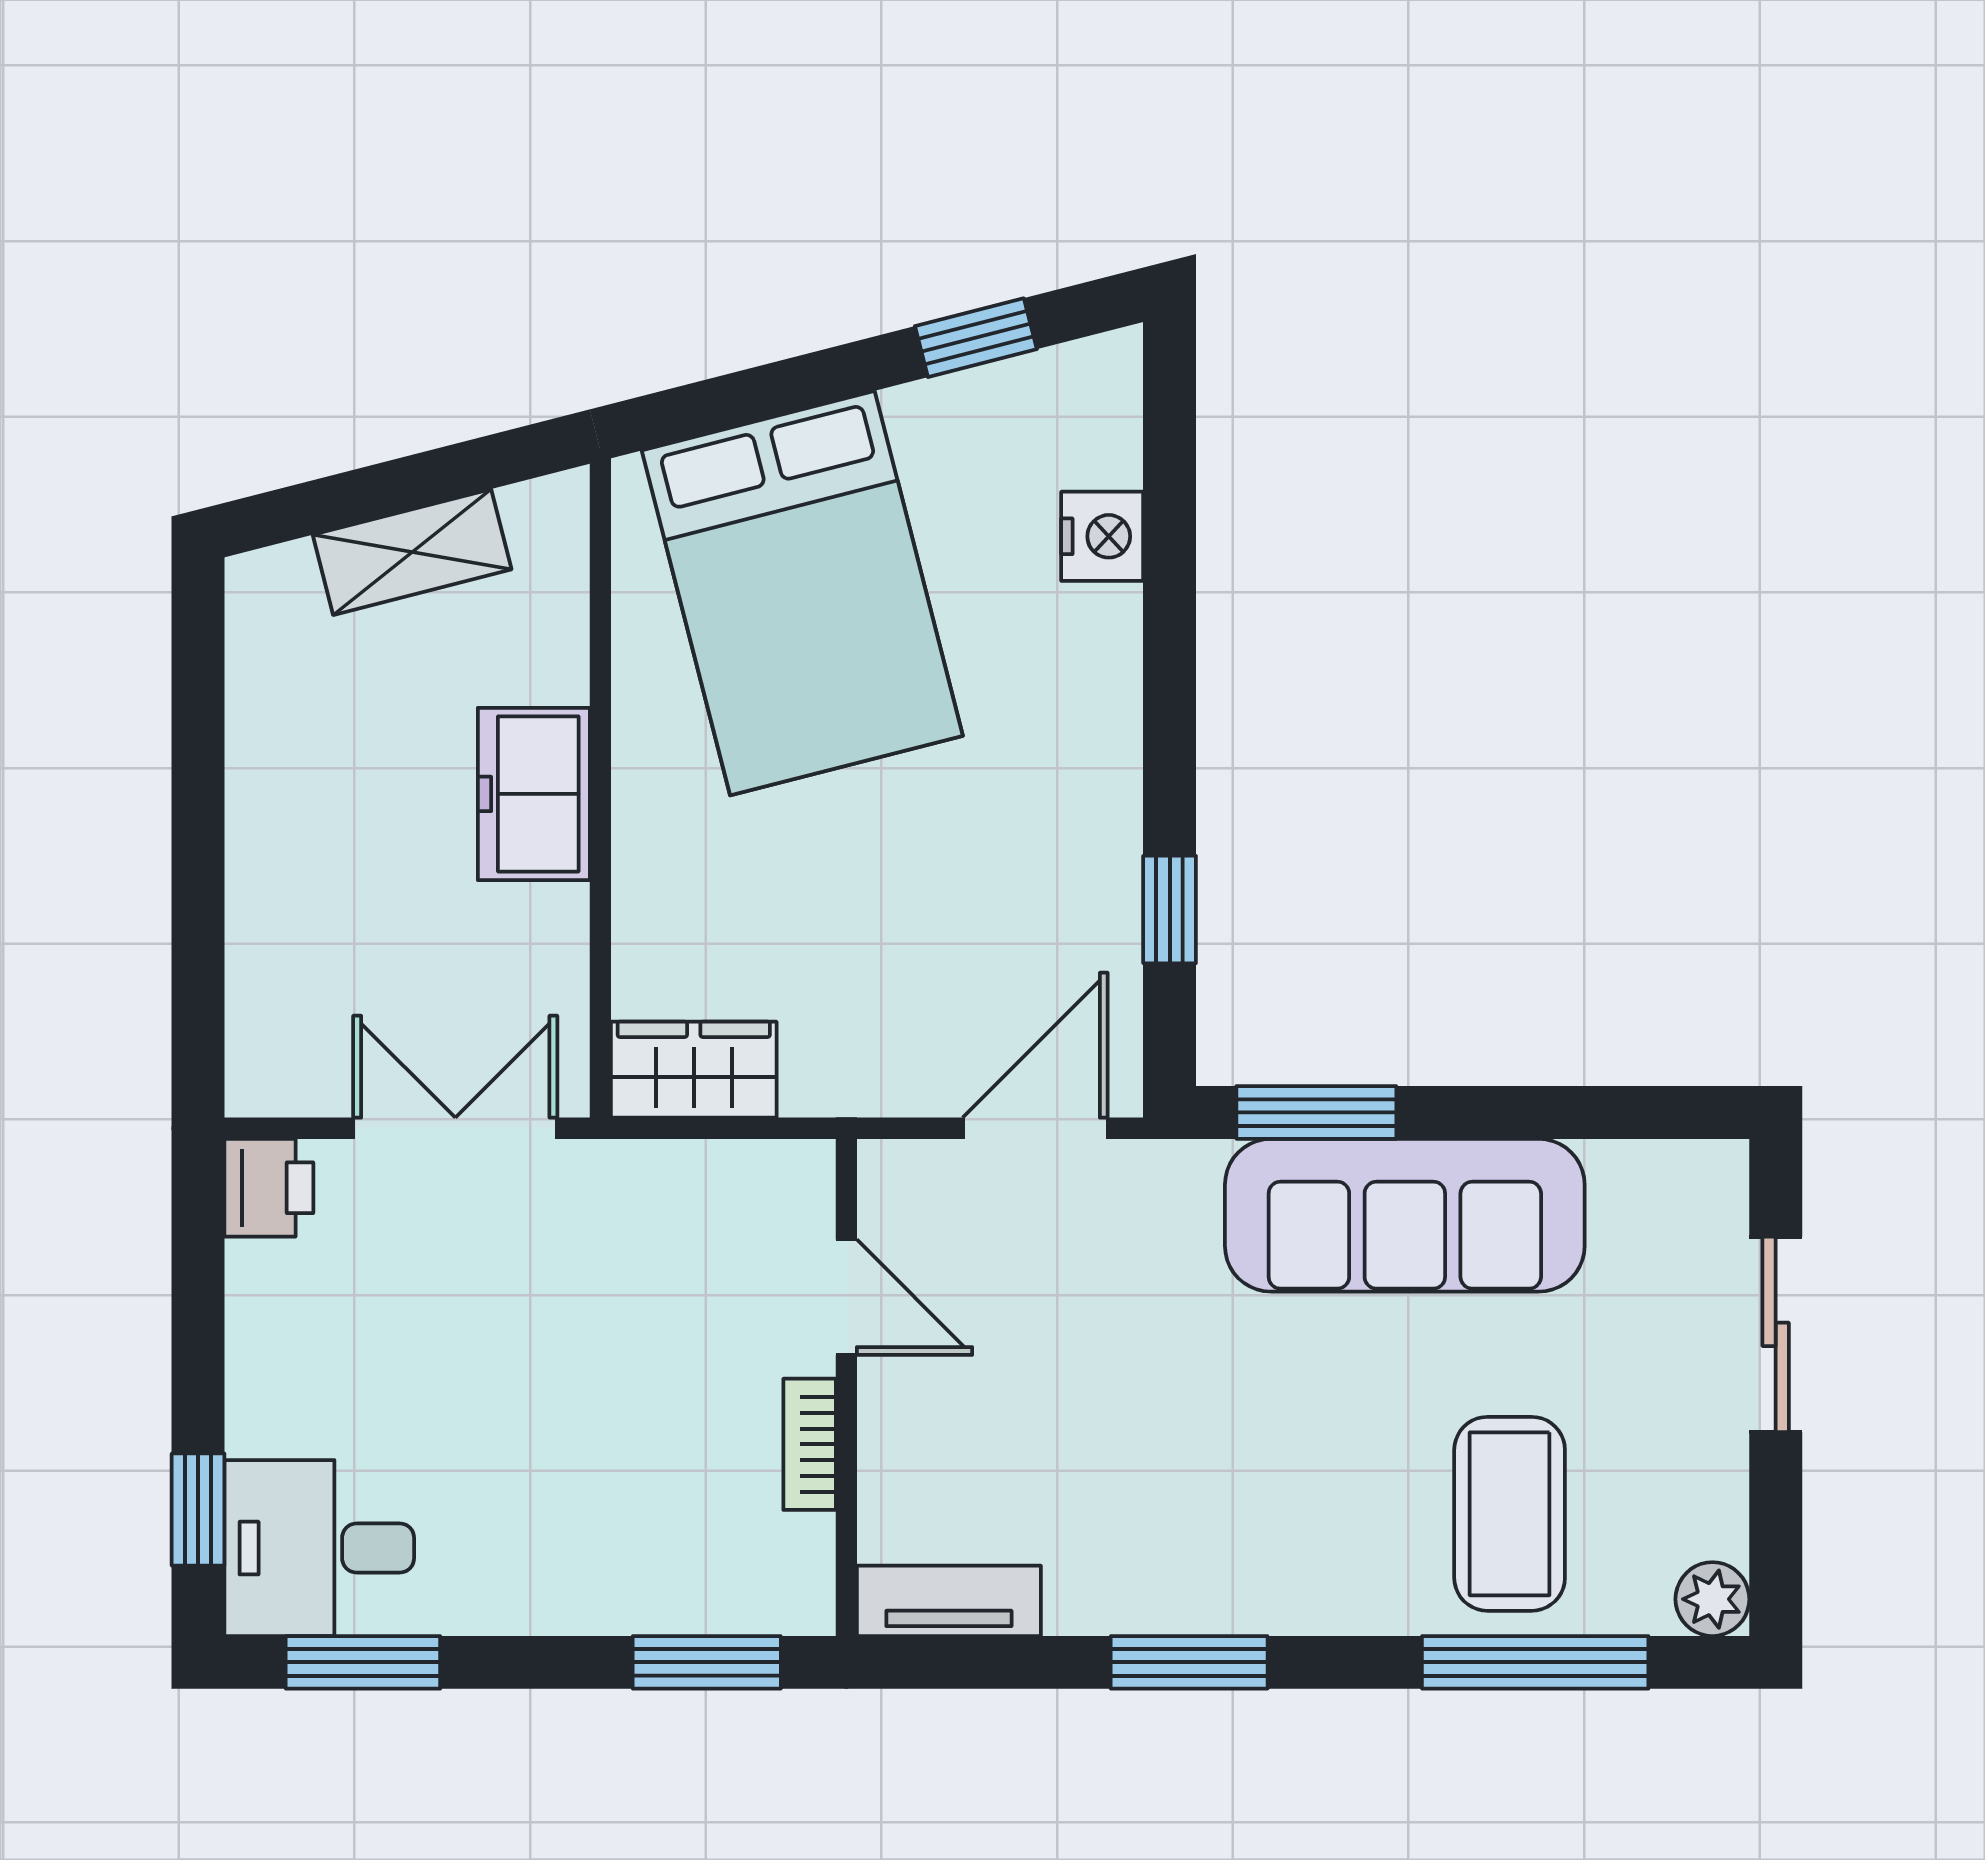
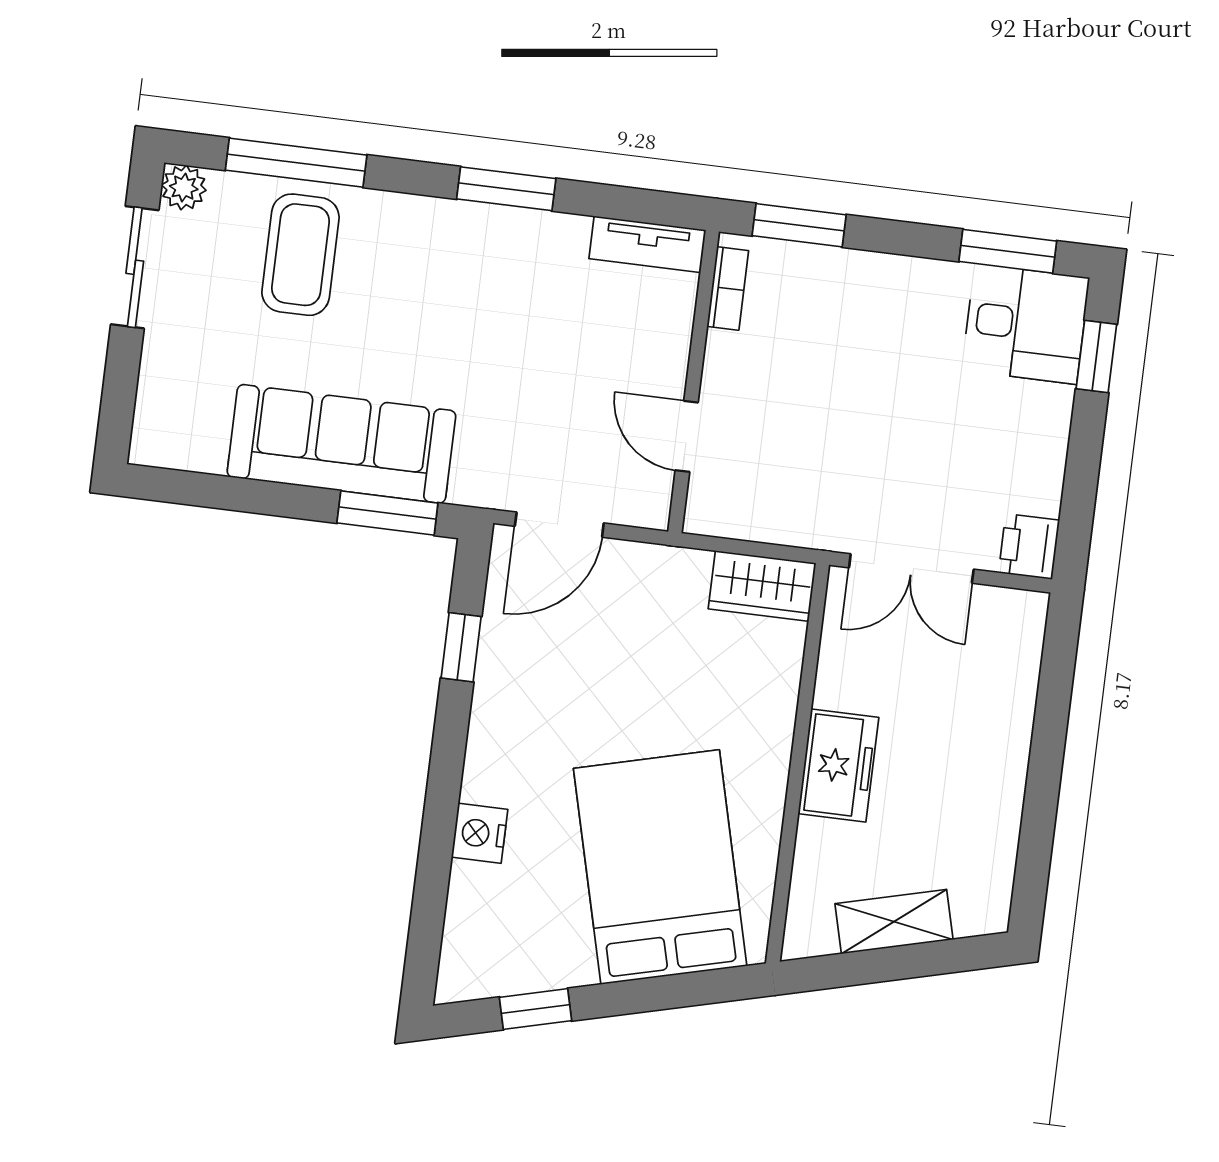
nightstand: (1102, 536) -> (480, 833), moved
sliding door: (1776, 1334) -> (135, 267), moved
bookcase: (810, 1444) -> (728, 289), moved

